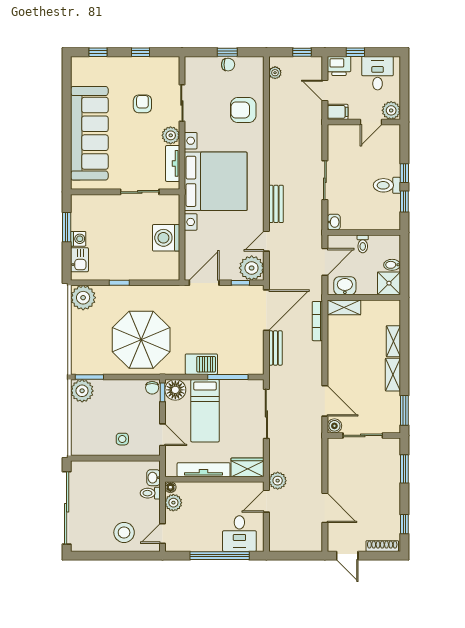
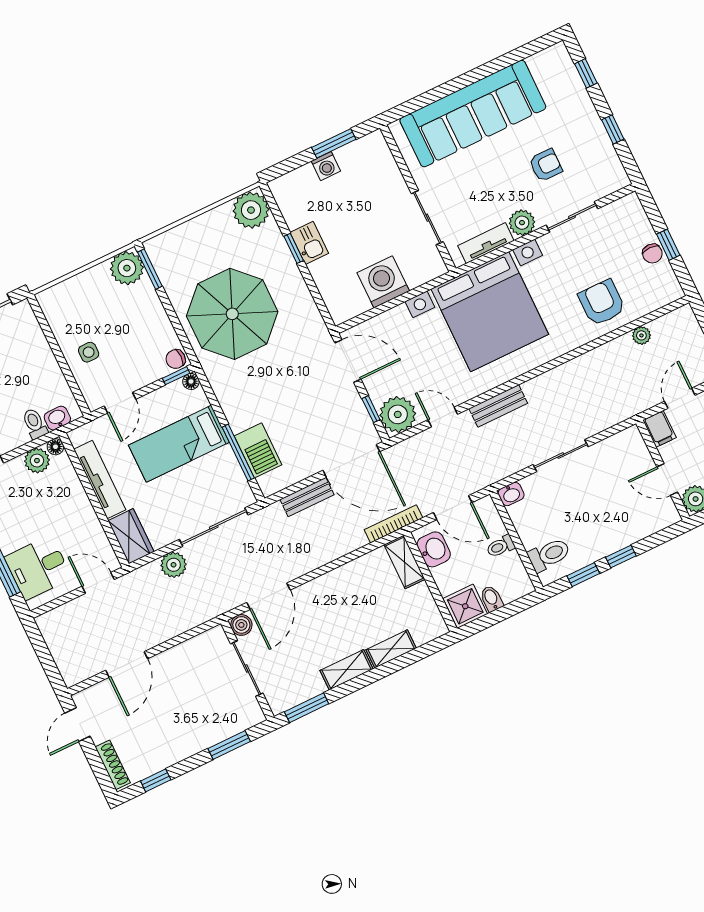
plant: (275, 73) -> (641, 335), moved
toilet: (387, 185) -> (549, 555), moved, turned 90
kitchen sink: (79, 260) -> (309, 243), moved, turned -90
bookcase: (317, 321) -> (394, 524), moved
barbecue: (201, 364) -> (258, 450), moved
floor lamp: (175, 390) -> (191, 381), width x0.53, depth x0.53
plant: (278, 481) -> (174, 565), moved

